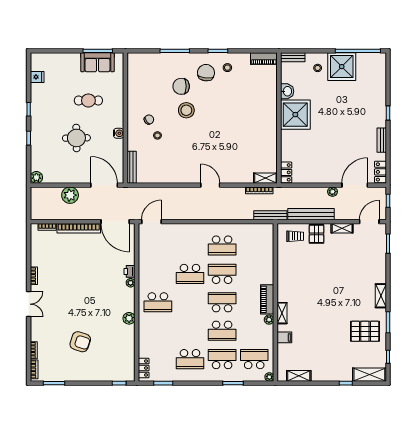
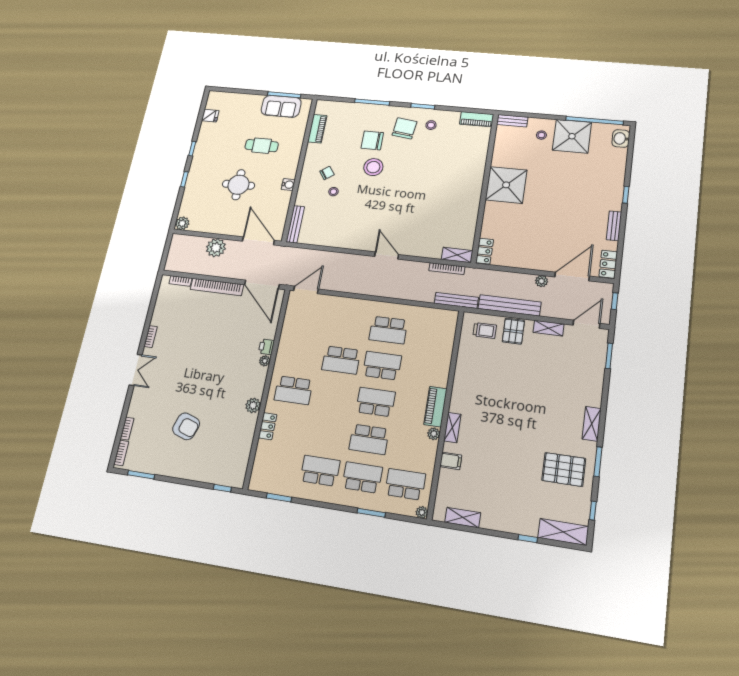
piano: (133, 80) -> (317, 129), added
washbasin: (287, 91) -> (621, 139), moved, turned 180
school desk: (190, 359) -> (320, 471), turned 180
locker: (144, 368) -> (268, 426), moved

